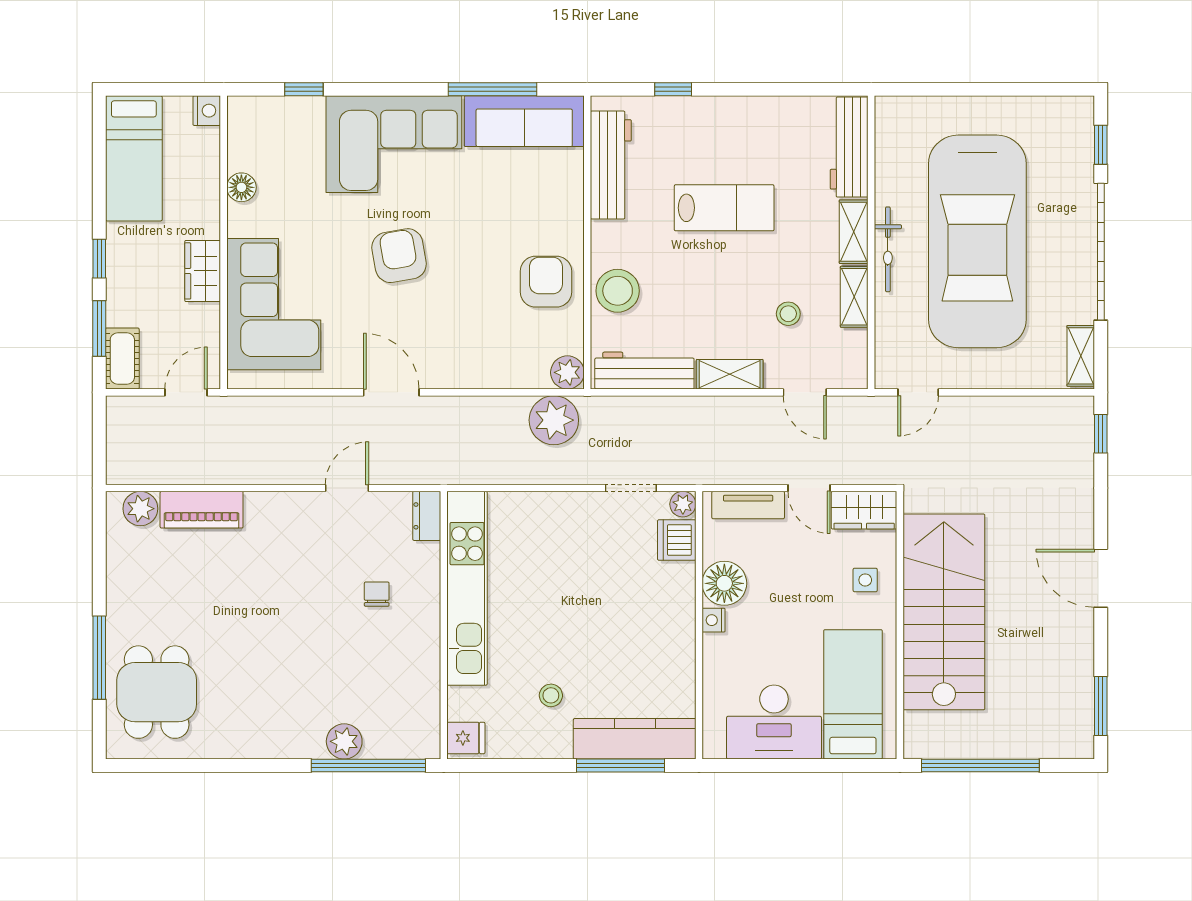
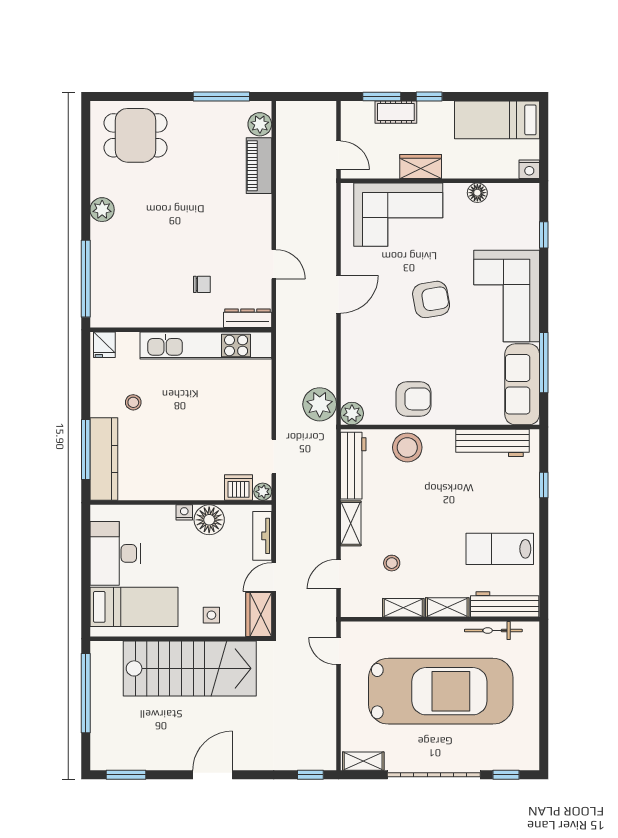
lab bench: (724, 208) -> (500, 549), moved, turned 90
car: (977, 241) -> (441, 691), turned 180
bicycle: (888, 249) -> (493, 631), moved
cot: (122, 359) -> (396, 112), moved
dresser: (427, 516) -> (248, 318), width x1.44
window: (99, 658) -> (221, 96), moved
plant: (344, 741) -> (102, 210), moved

